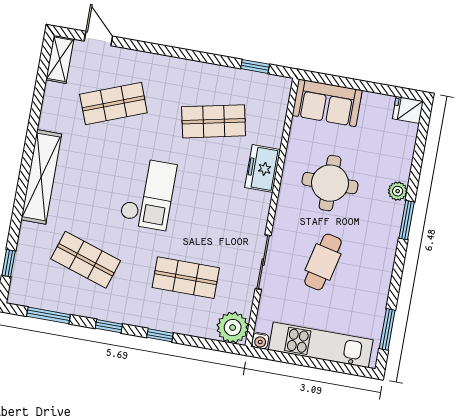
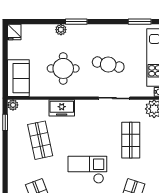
plant: (283, 85) -> (13, 105), added

